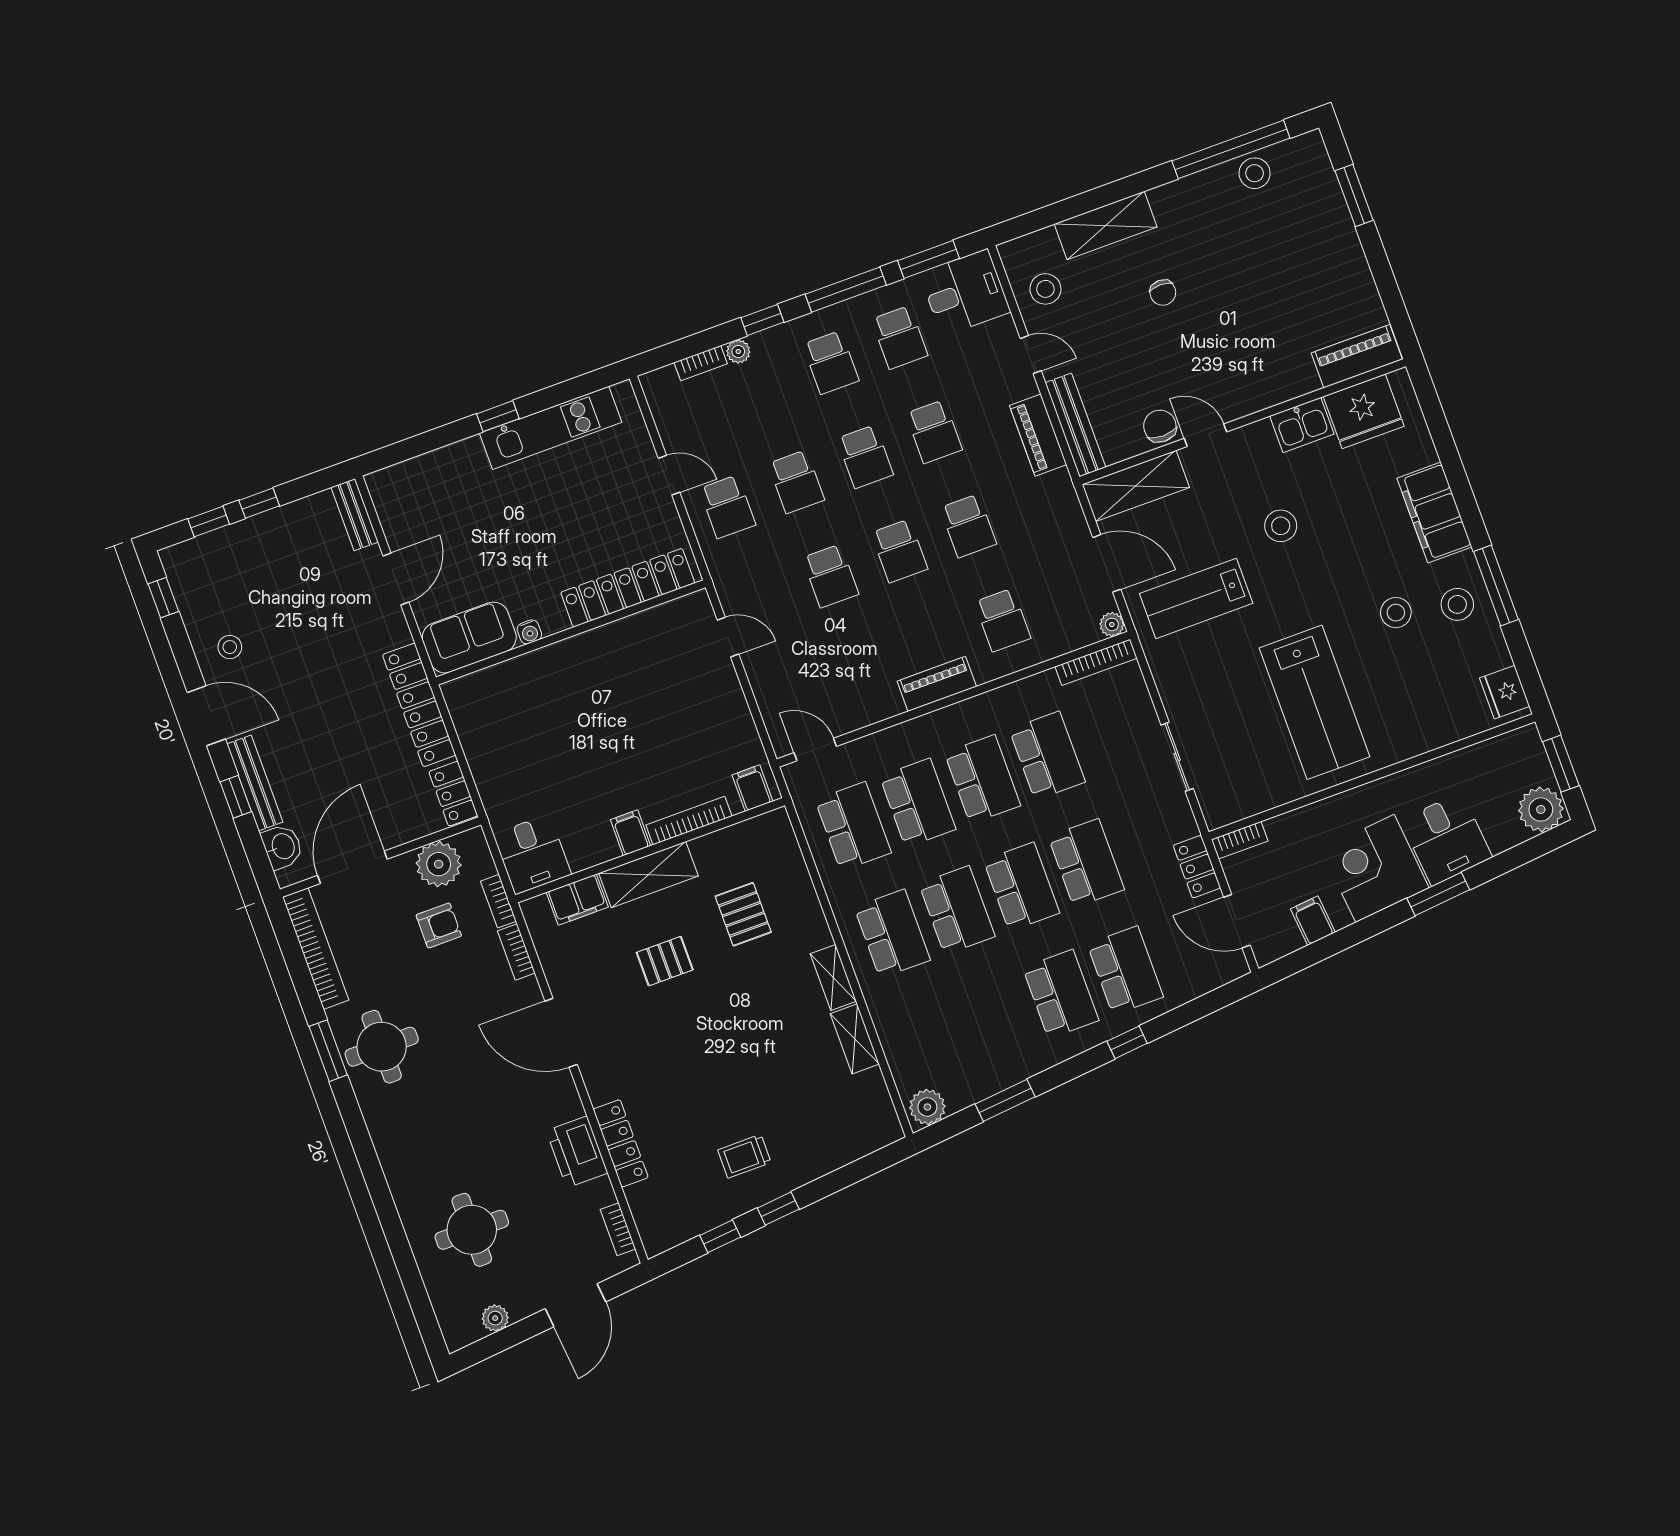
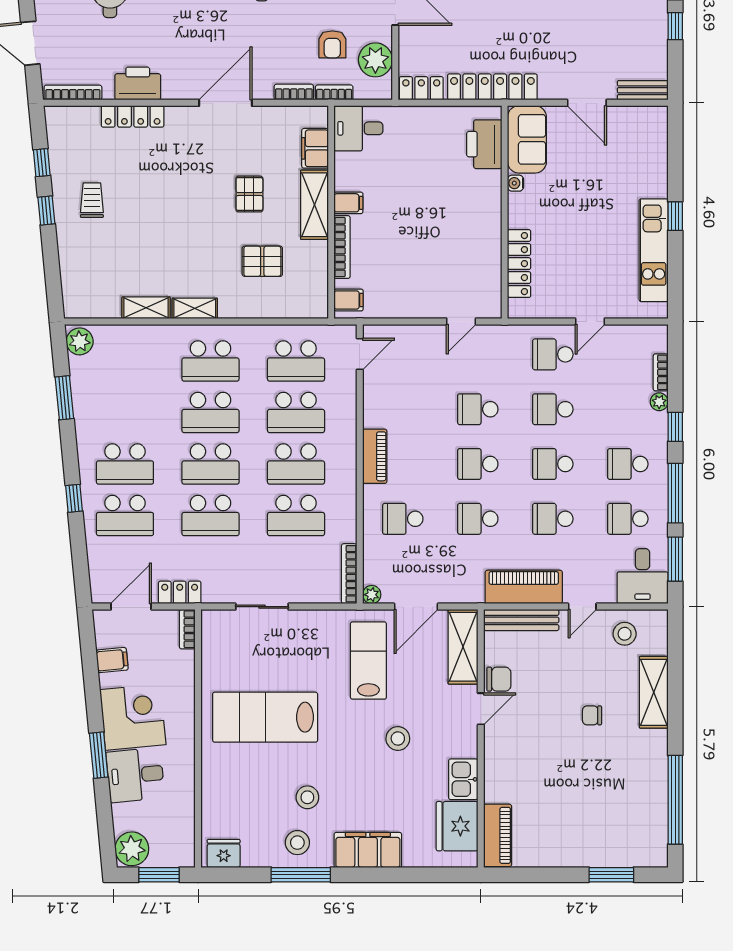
stool: (1255, 173) -> (652, 810), removed
piano: (1038, 435) -> (524, 587), width x1.37, depth x1.33
locker: (628, 588) -> (519, 264), width x0.71, depth x0.83
printer: (495, 689) -> (484, 144), added
bookcase: (618, 1229) -> (73, 93), width x1.56

